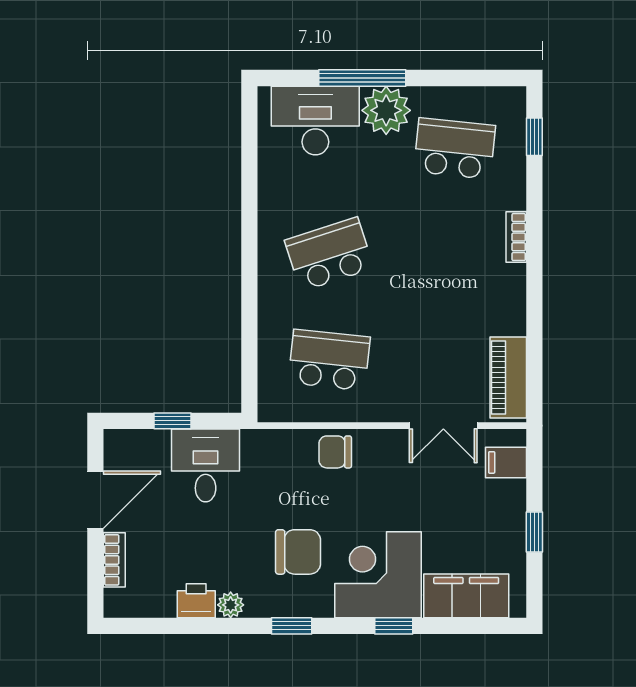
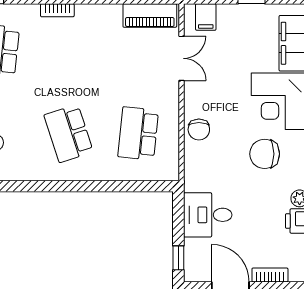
window: (173, 421) -> (178, 258), moved
chair: (298, 552) -> (265, 154), turned -90

